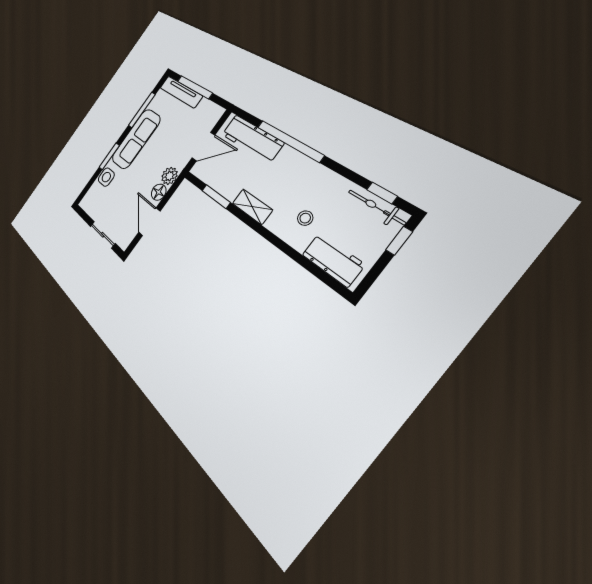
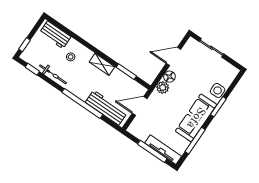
bicycle: (376, 207) -> (53, 74), moved
door: (149, 222) -> (173, 56), swing flipped

